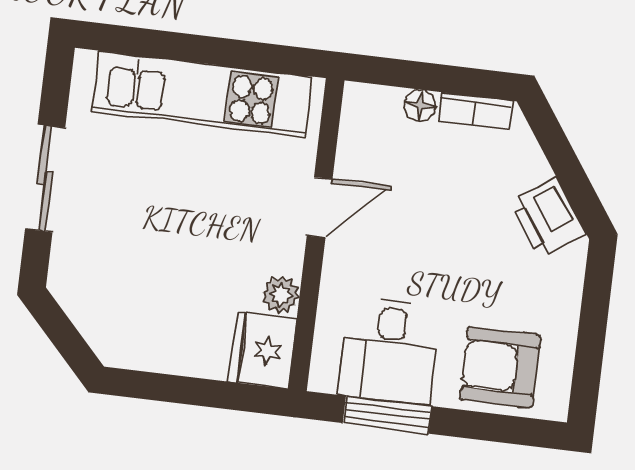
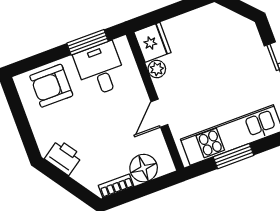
window: (220, 51) -> (233, 156), added
floor lamp: (420, 105) -> (144, 168), width x1.89, depth x1.89
armchair: (500, 367) -> (51, 86), turned 180

